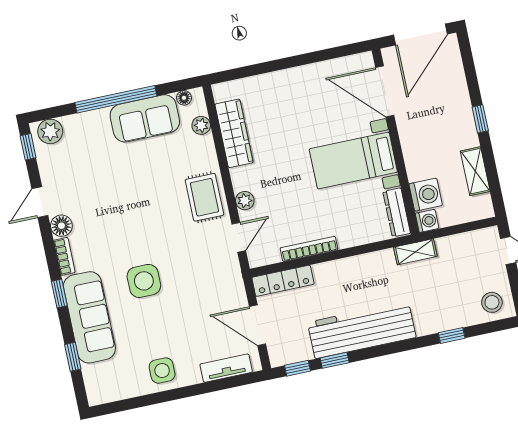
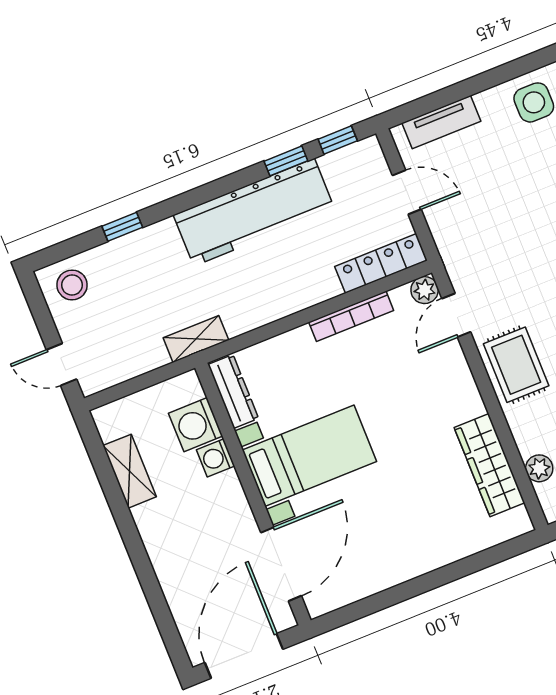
door: (385, 91) -> (281, 564), hinge flipped
window: (480, 119) -> (136, 548), removed
plant: (245, 201) -> (425, 290), moved
washing machine: (427, 221) -> (216, 458), moved
door: (257, 325) -> (407, 192), width x0.73

